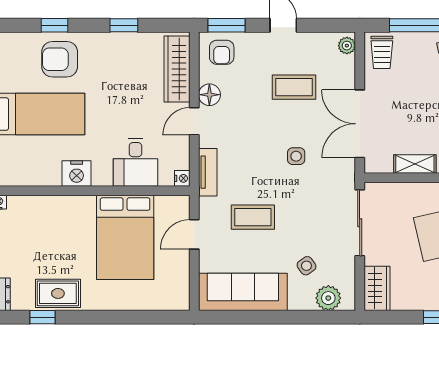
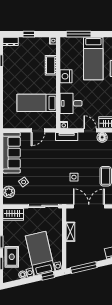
cot: (53, 207) -> (51, 65), added
coffee table: (253, 217) -> (46, 157), removed
door: (194, 234) -> (38, 130), swing flipped
bed: (125, 237) -> (37, 103), width x0.67
rug: (58, 293) -> (11, 68), removed

